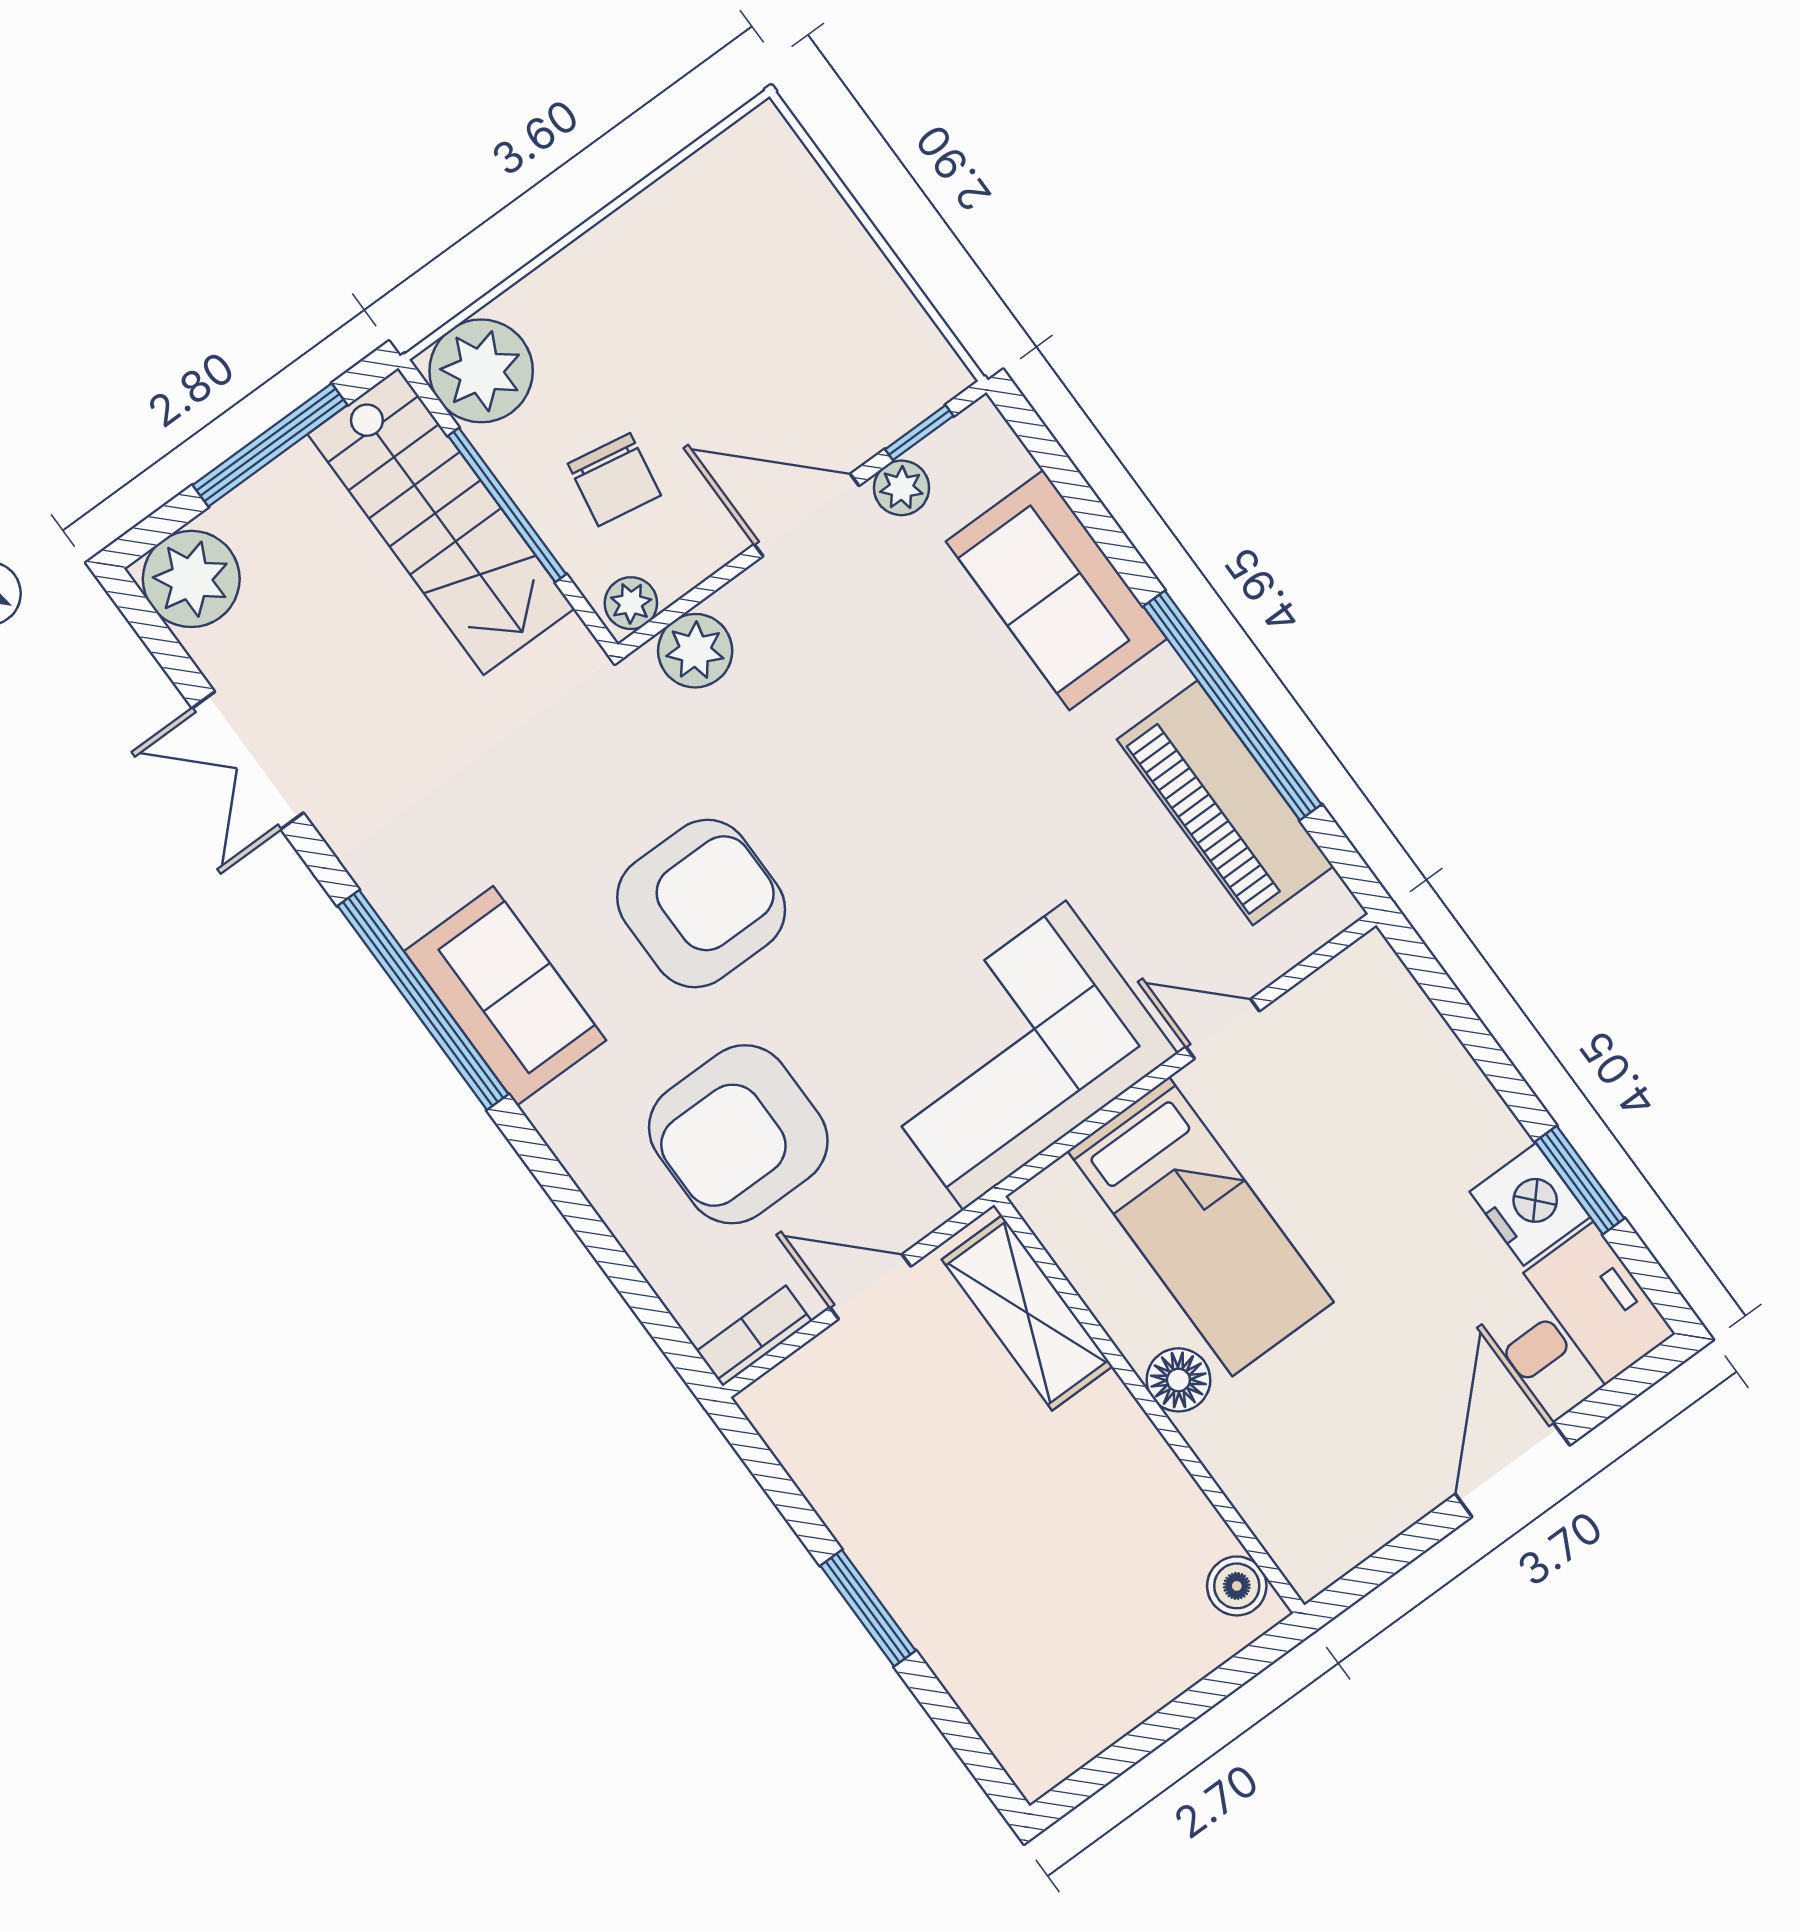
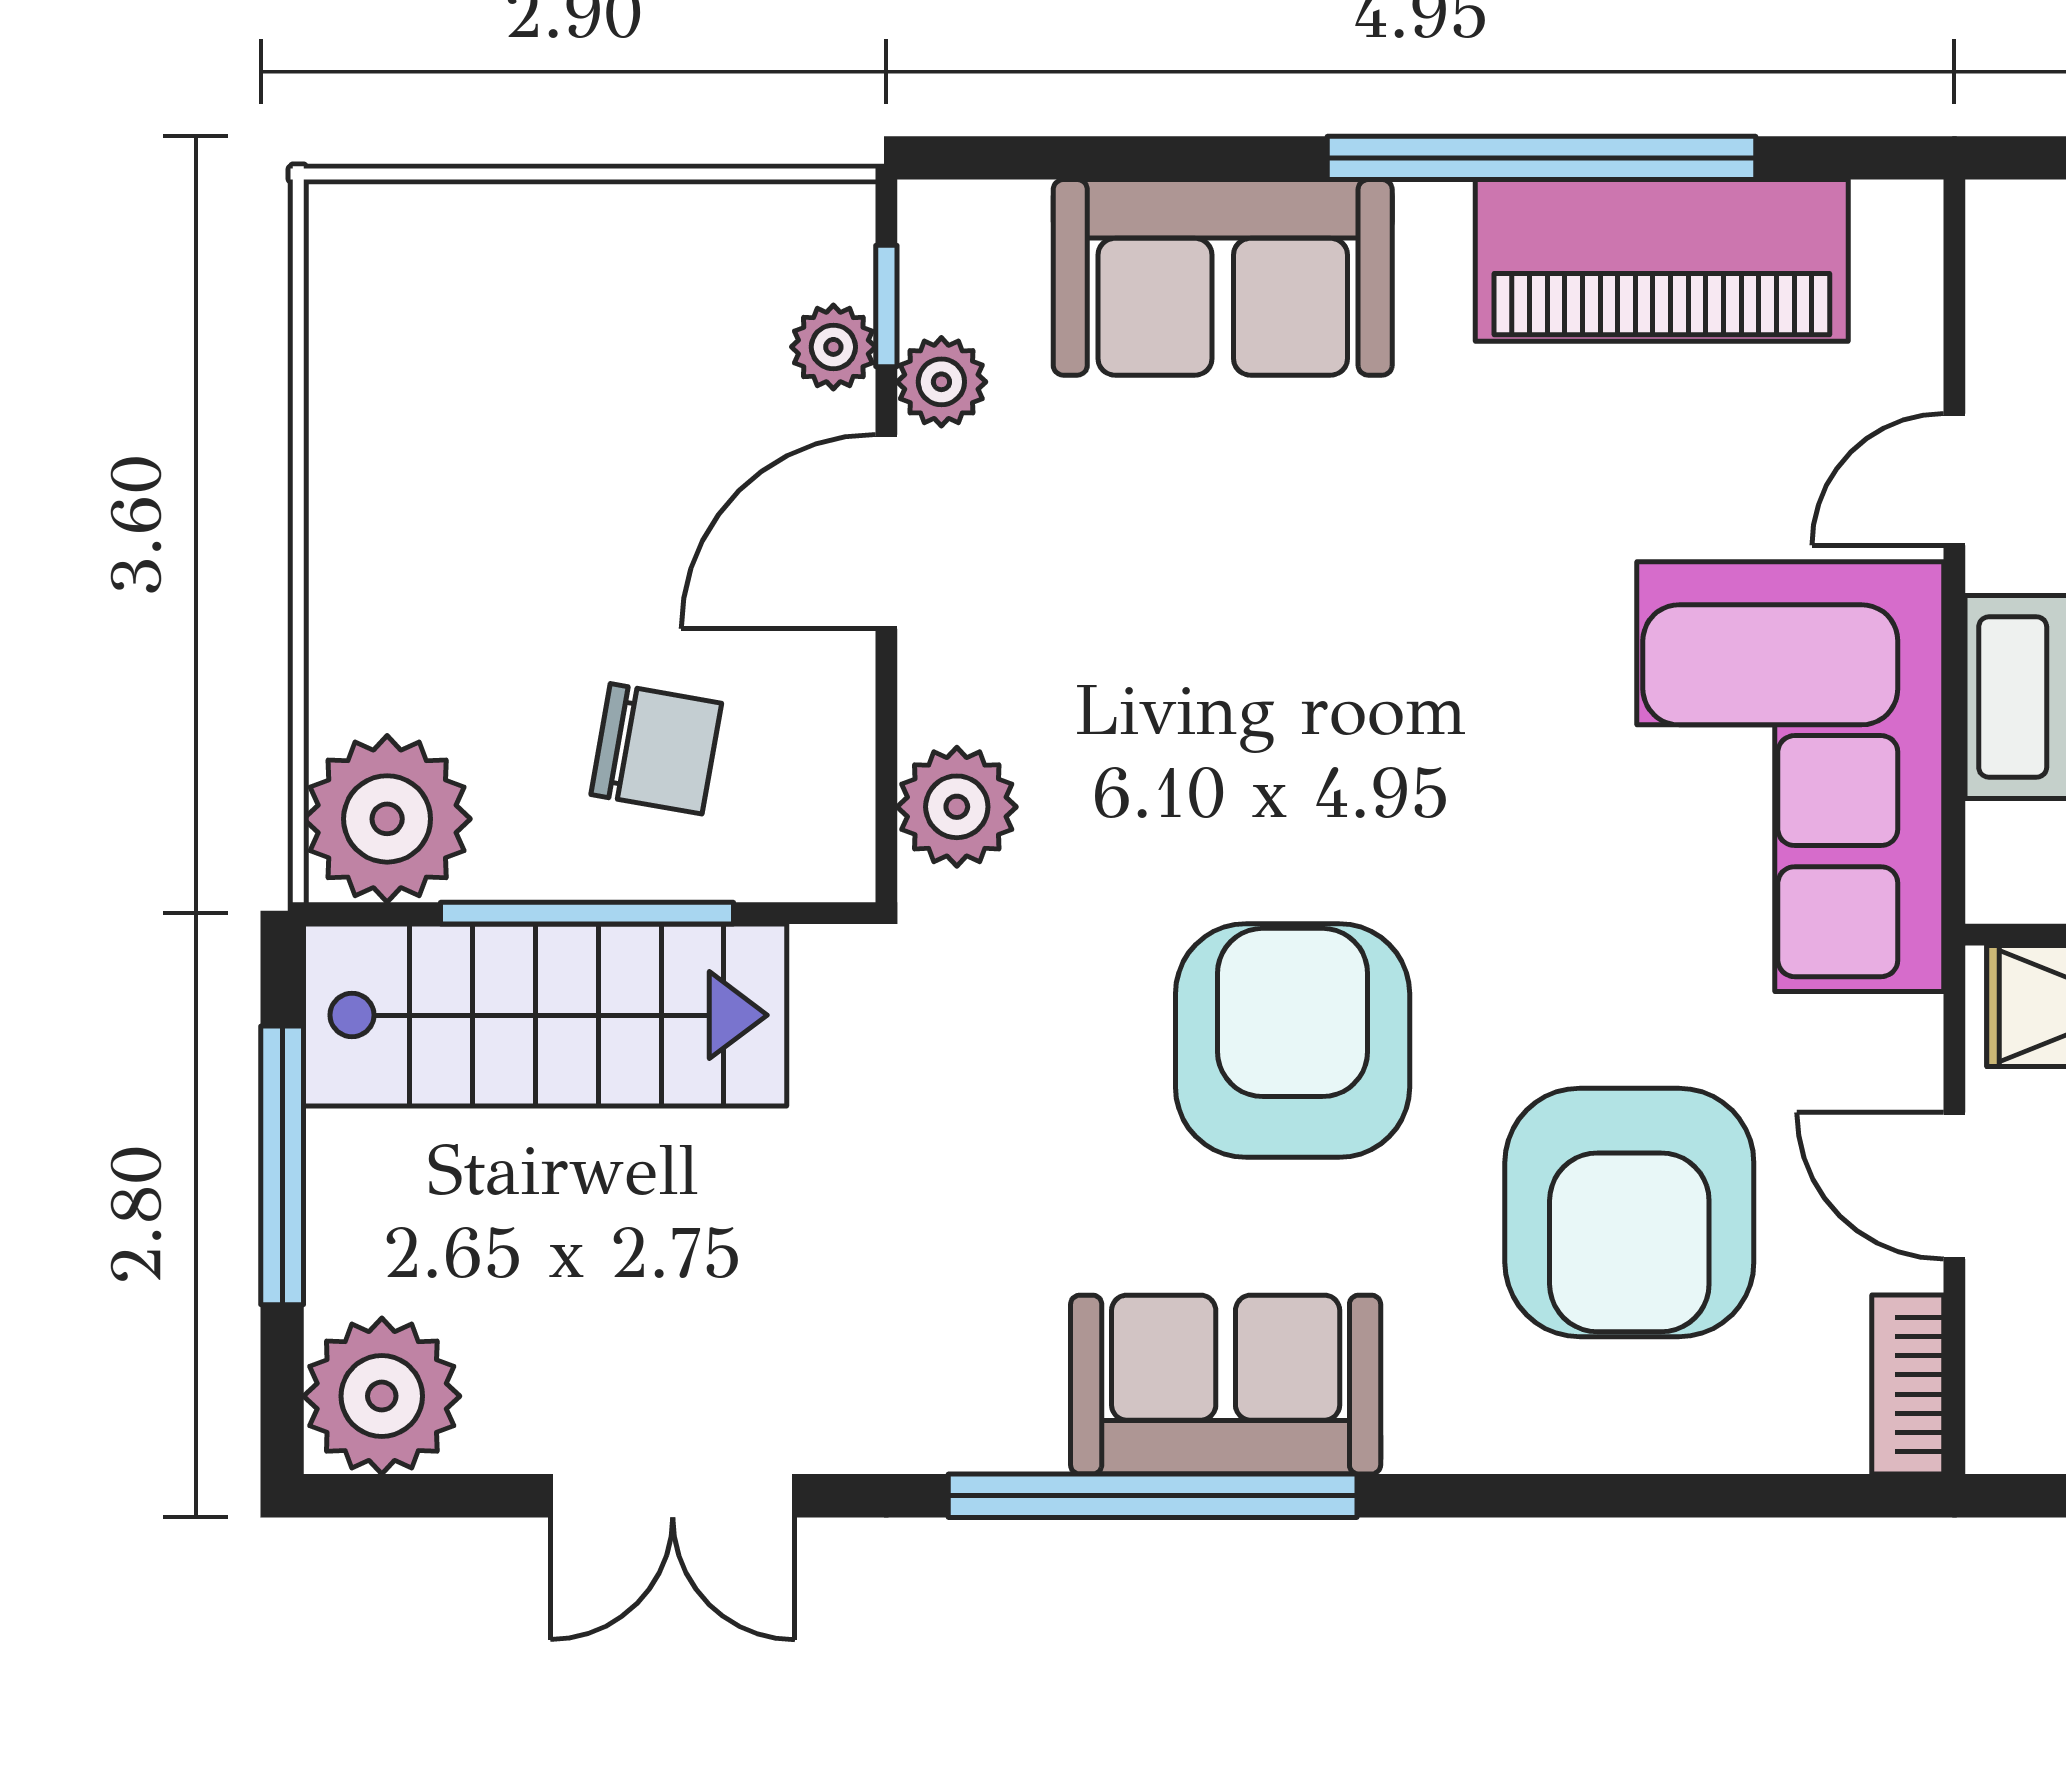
plant: (631, 603) -> (833, 347), moved
door: (870, 1287) -> (1954, 1186), hinge flipped

